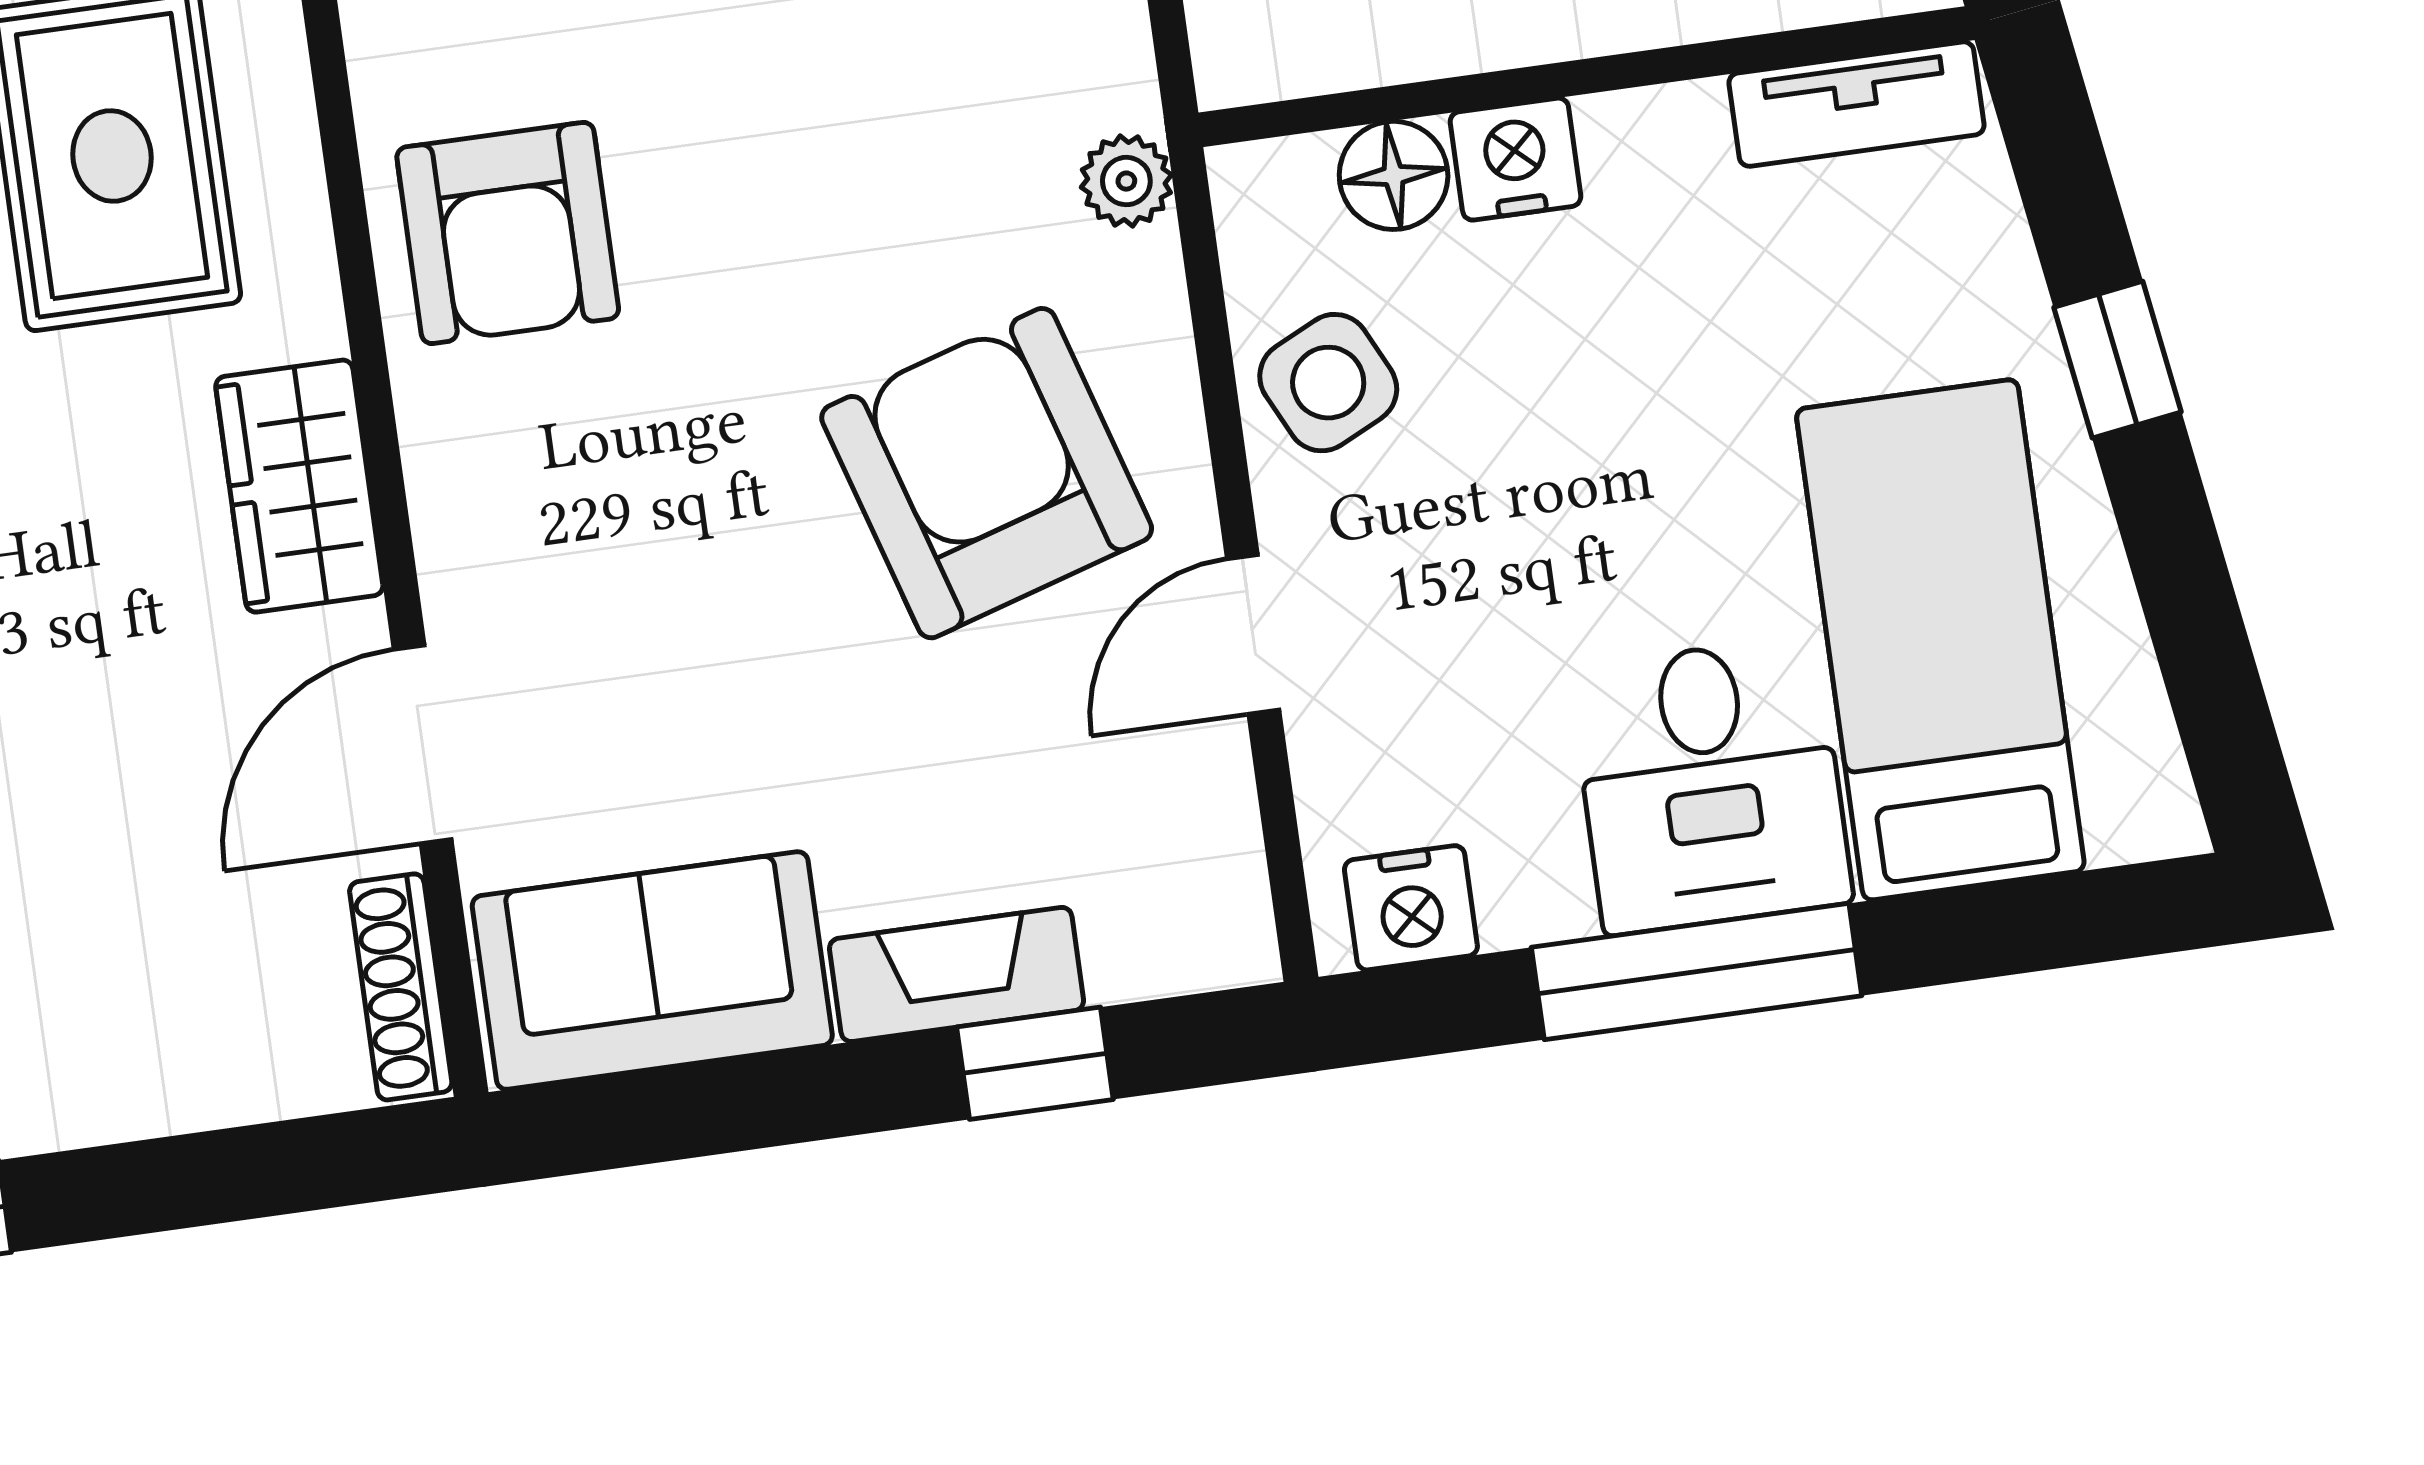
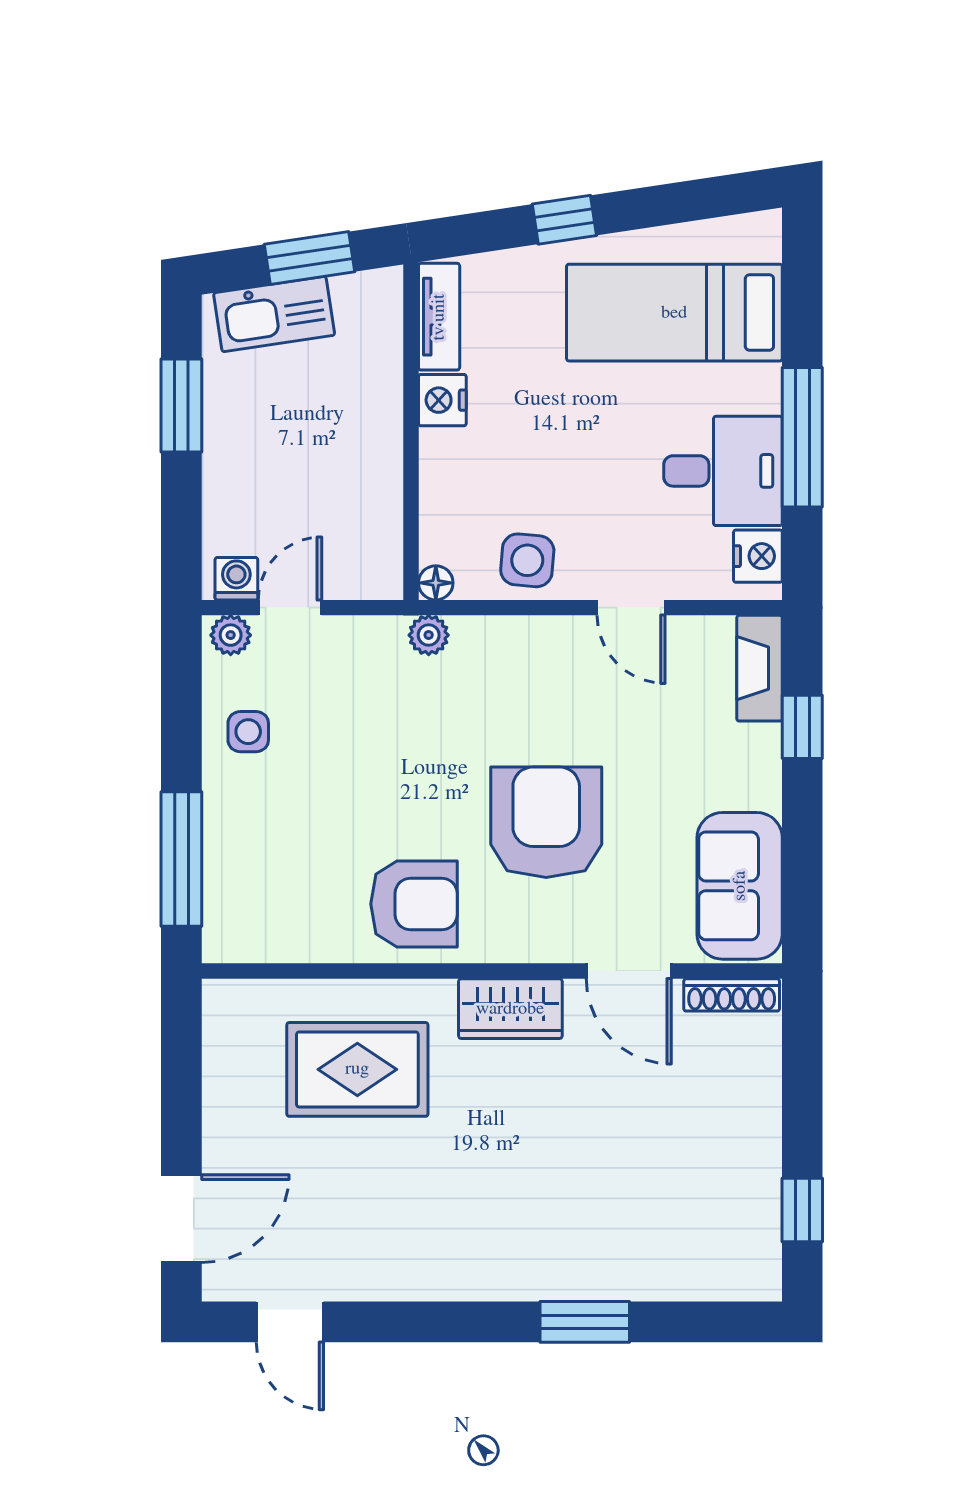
nightstand: (1516, 159) -> (442, 400), moved
floor lamp: (1394, 175) -> (436, 583), moved, width x0.73, depth x0.73
side table: (1328, 383) -> (527, 560), turned 31
armchair: (987, 473) -> (546, 822), moved, turned 107
desk: (1711, 785) -> (723, 471), moved
fireplace: (957, 974) -> (759, 668), moved

